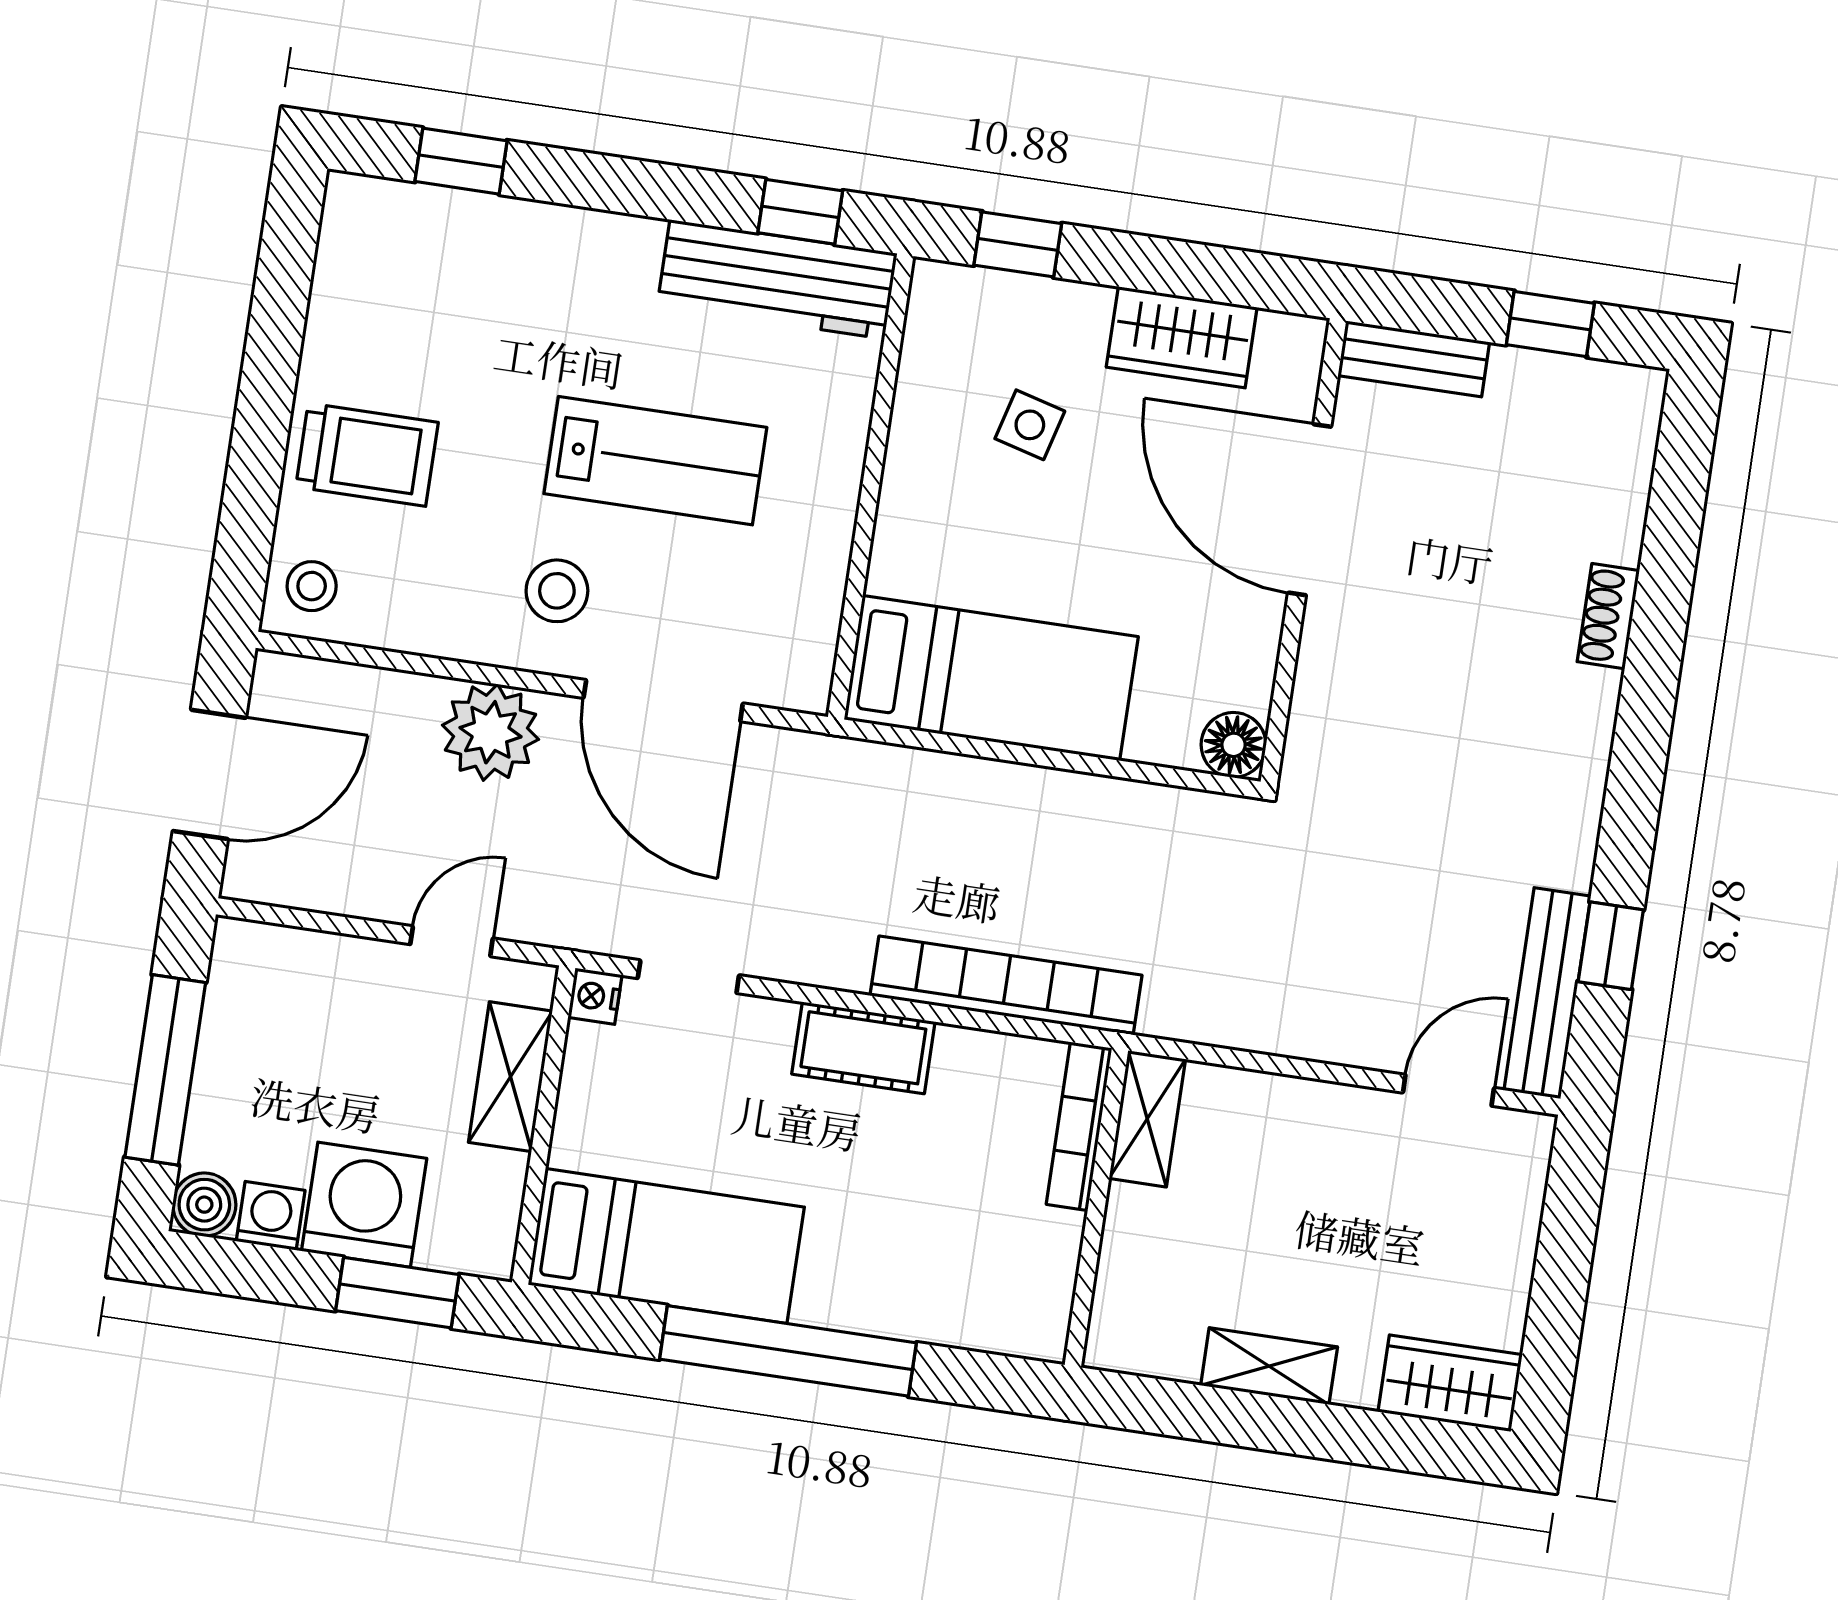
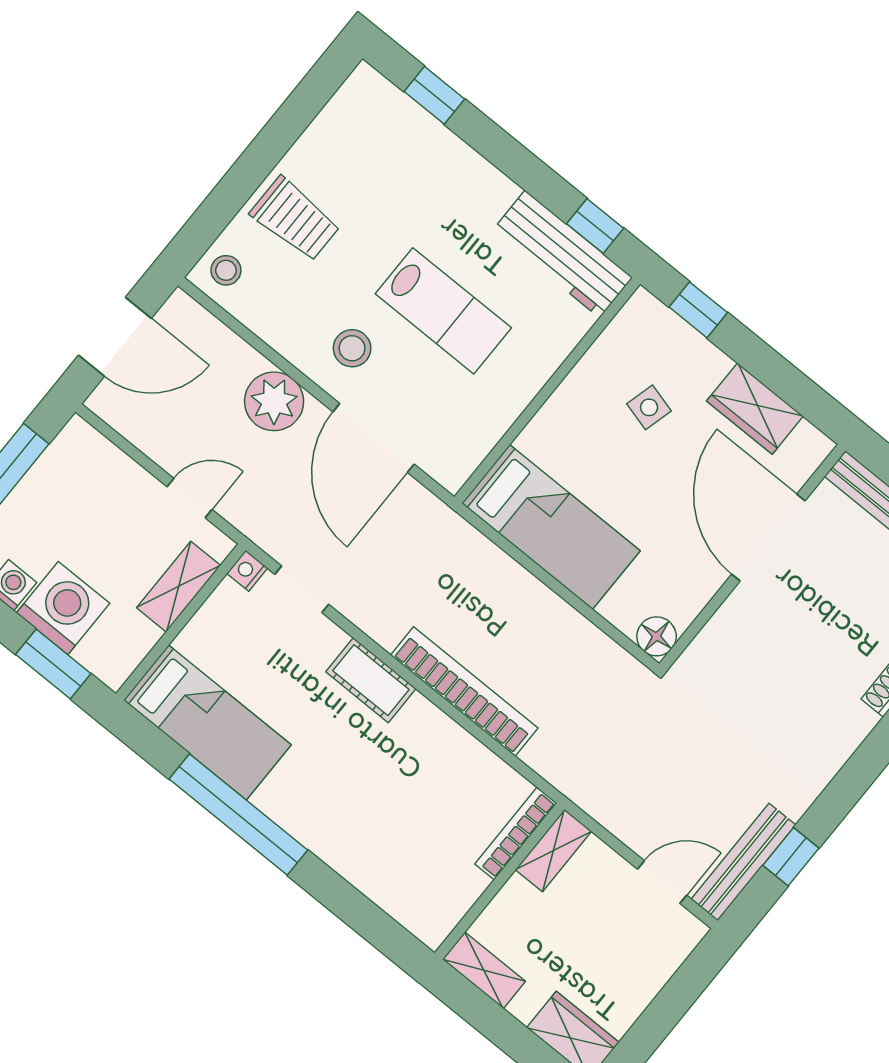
shelving: (1147, 1119) -> (554, 850), moved
bookcase: (1079, 1126) -> (516, 833), moved
wall: (1096, 1208) -> (500, 881), moved

